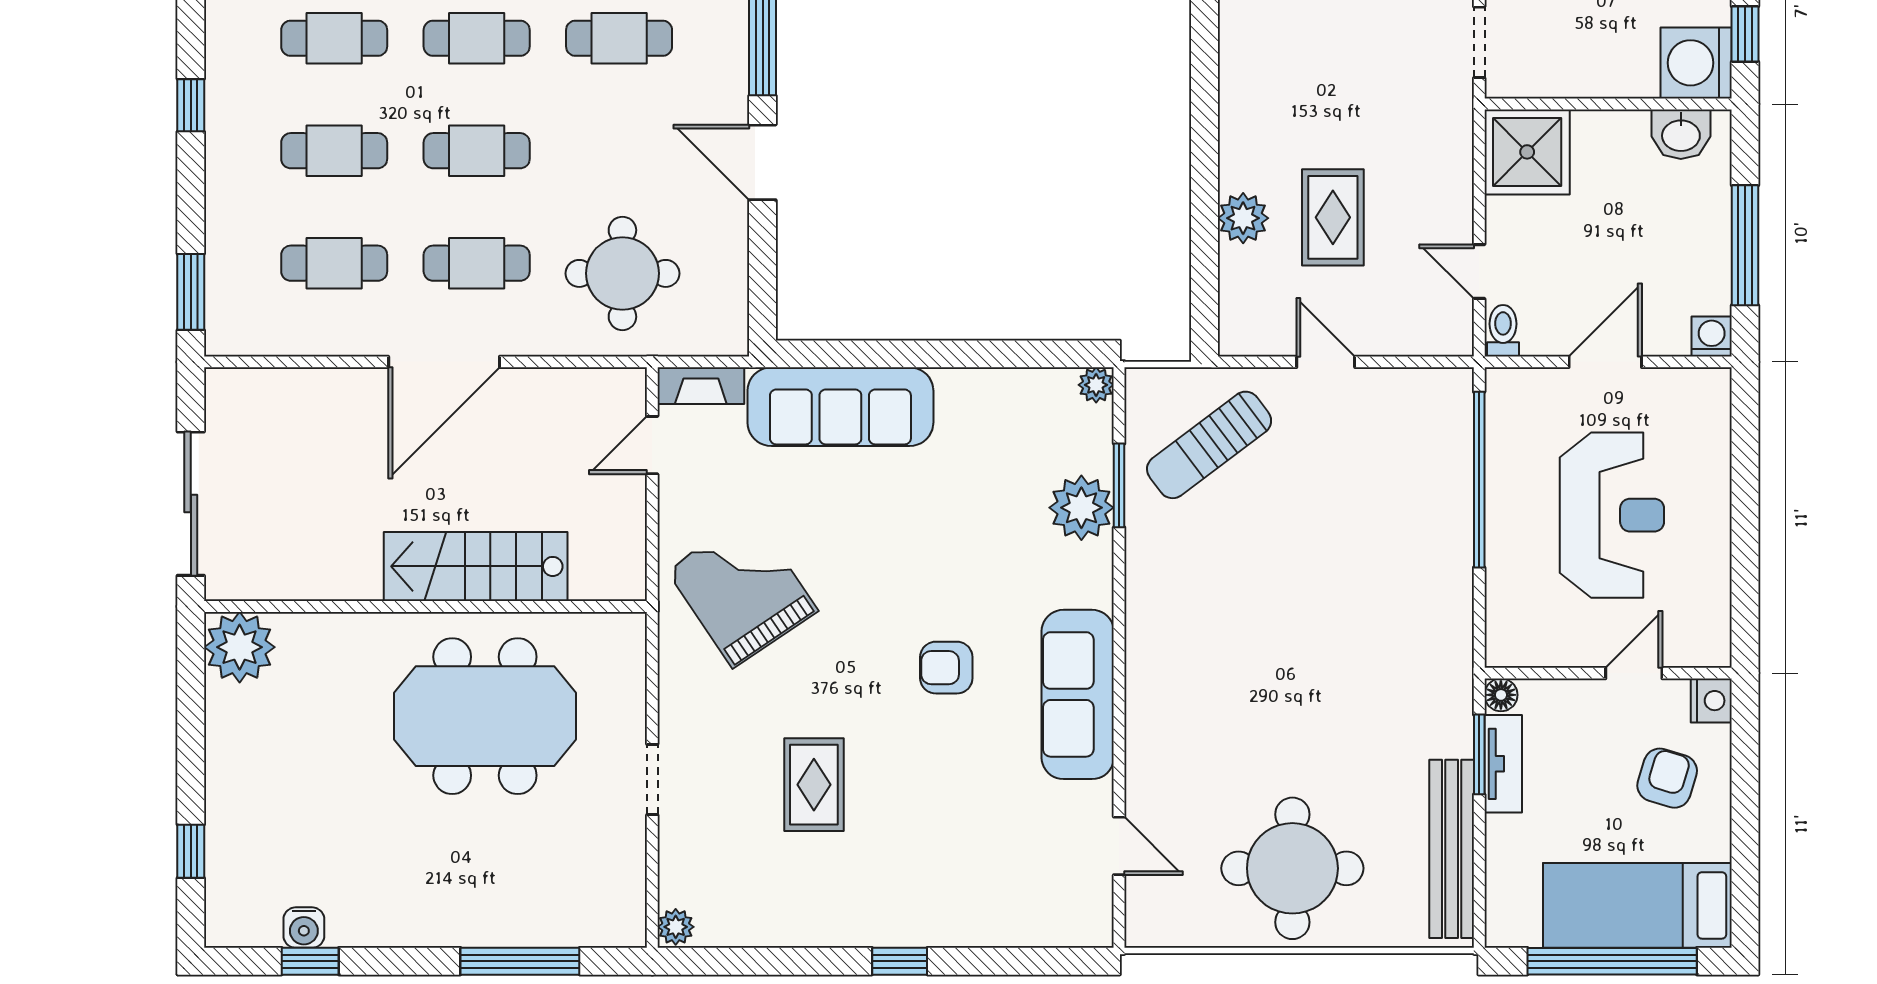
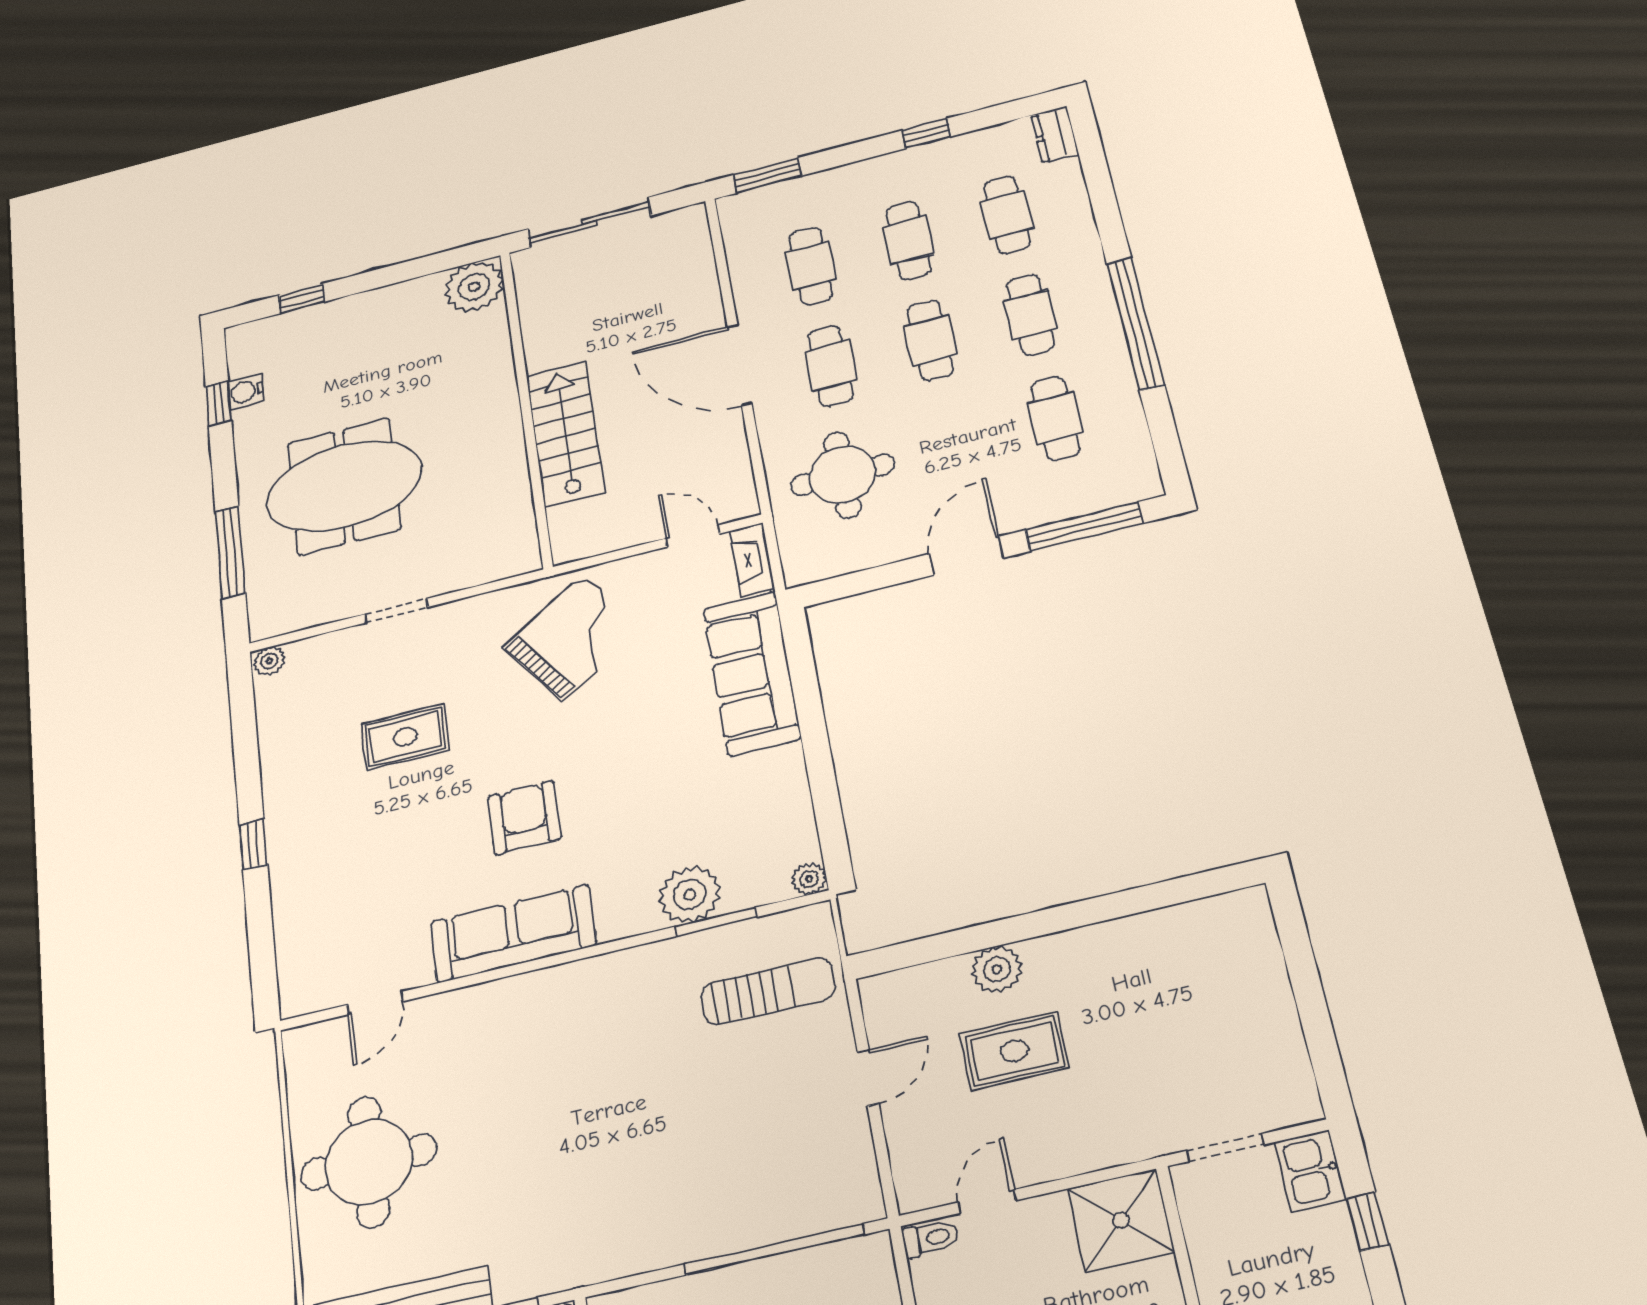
sun lounger: (1209, 445) -> (768, 991), turned 127
armchair: (946, 668) -> (524, 818), width x1.38, depth x1.38
meeting table: (485, 716) -> (344, 486), moved, turned 90

